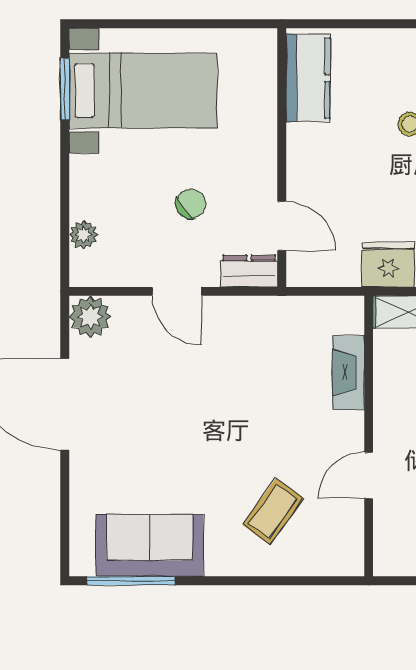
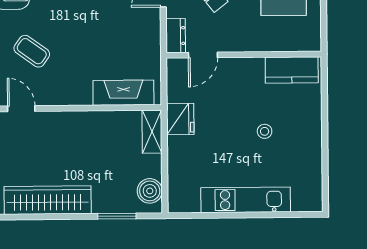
fireplace: (348, 373) -> (123, 93), width x1.37, depth x1.32
door: (369, 475) -> (21, 109), moved

